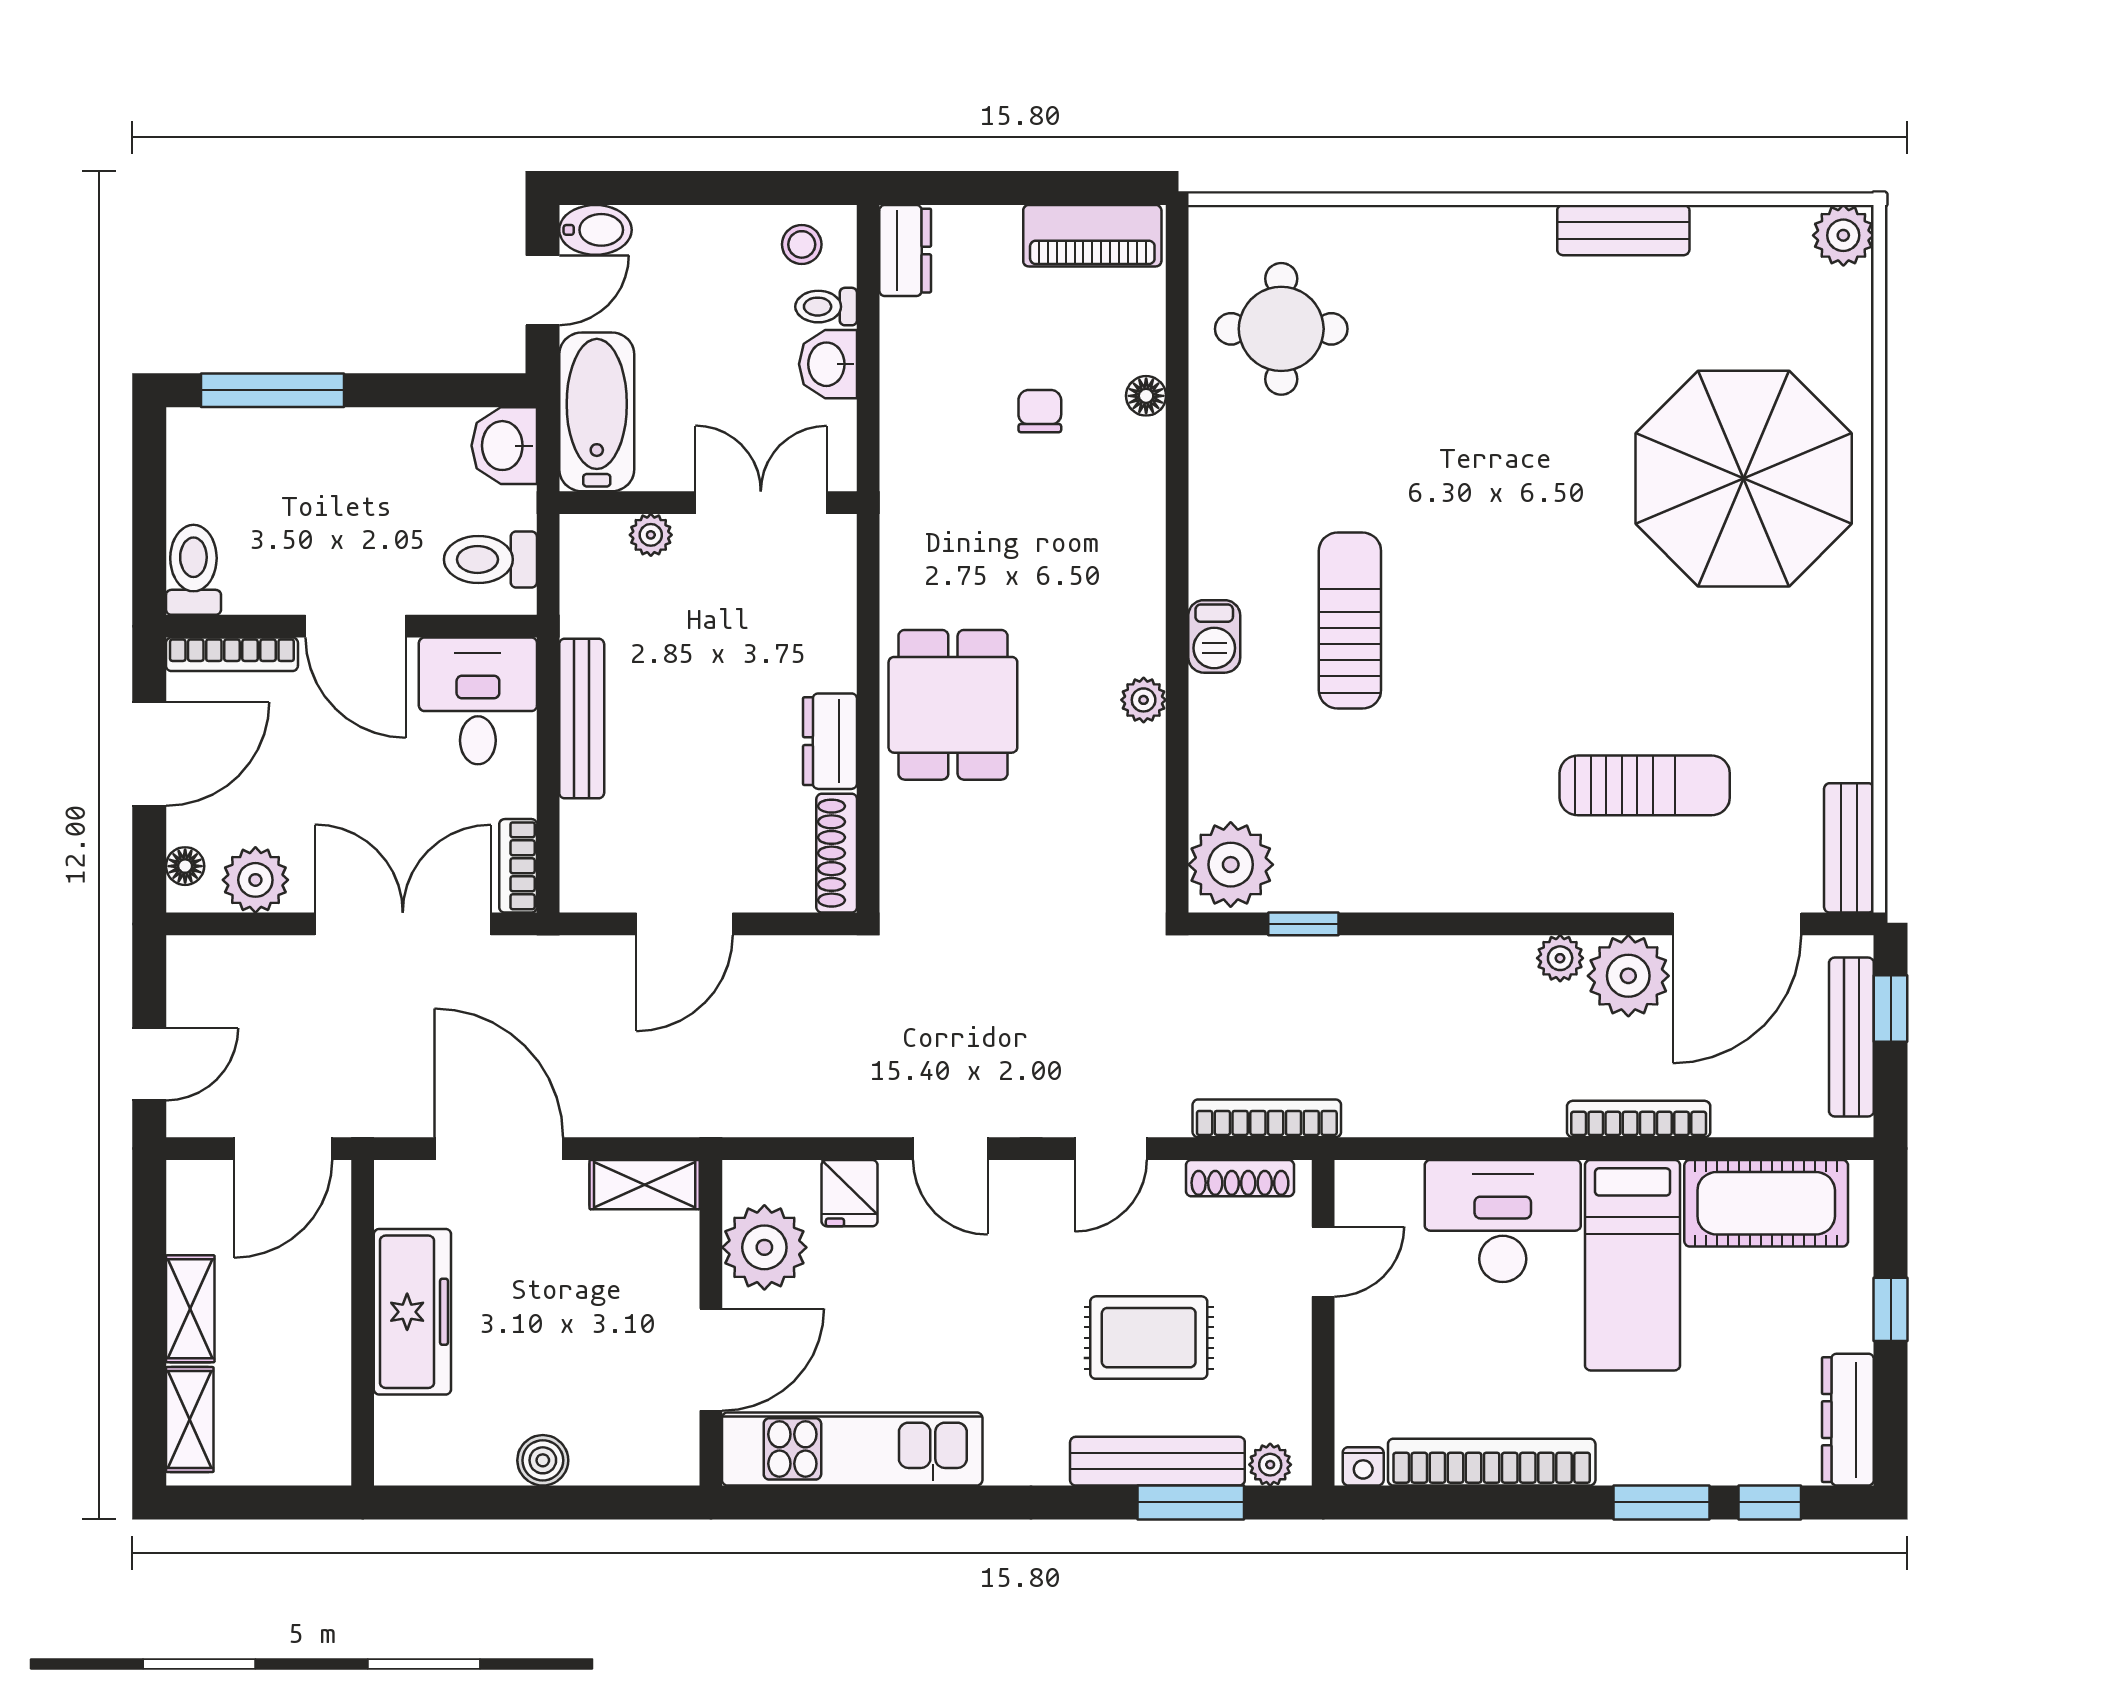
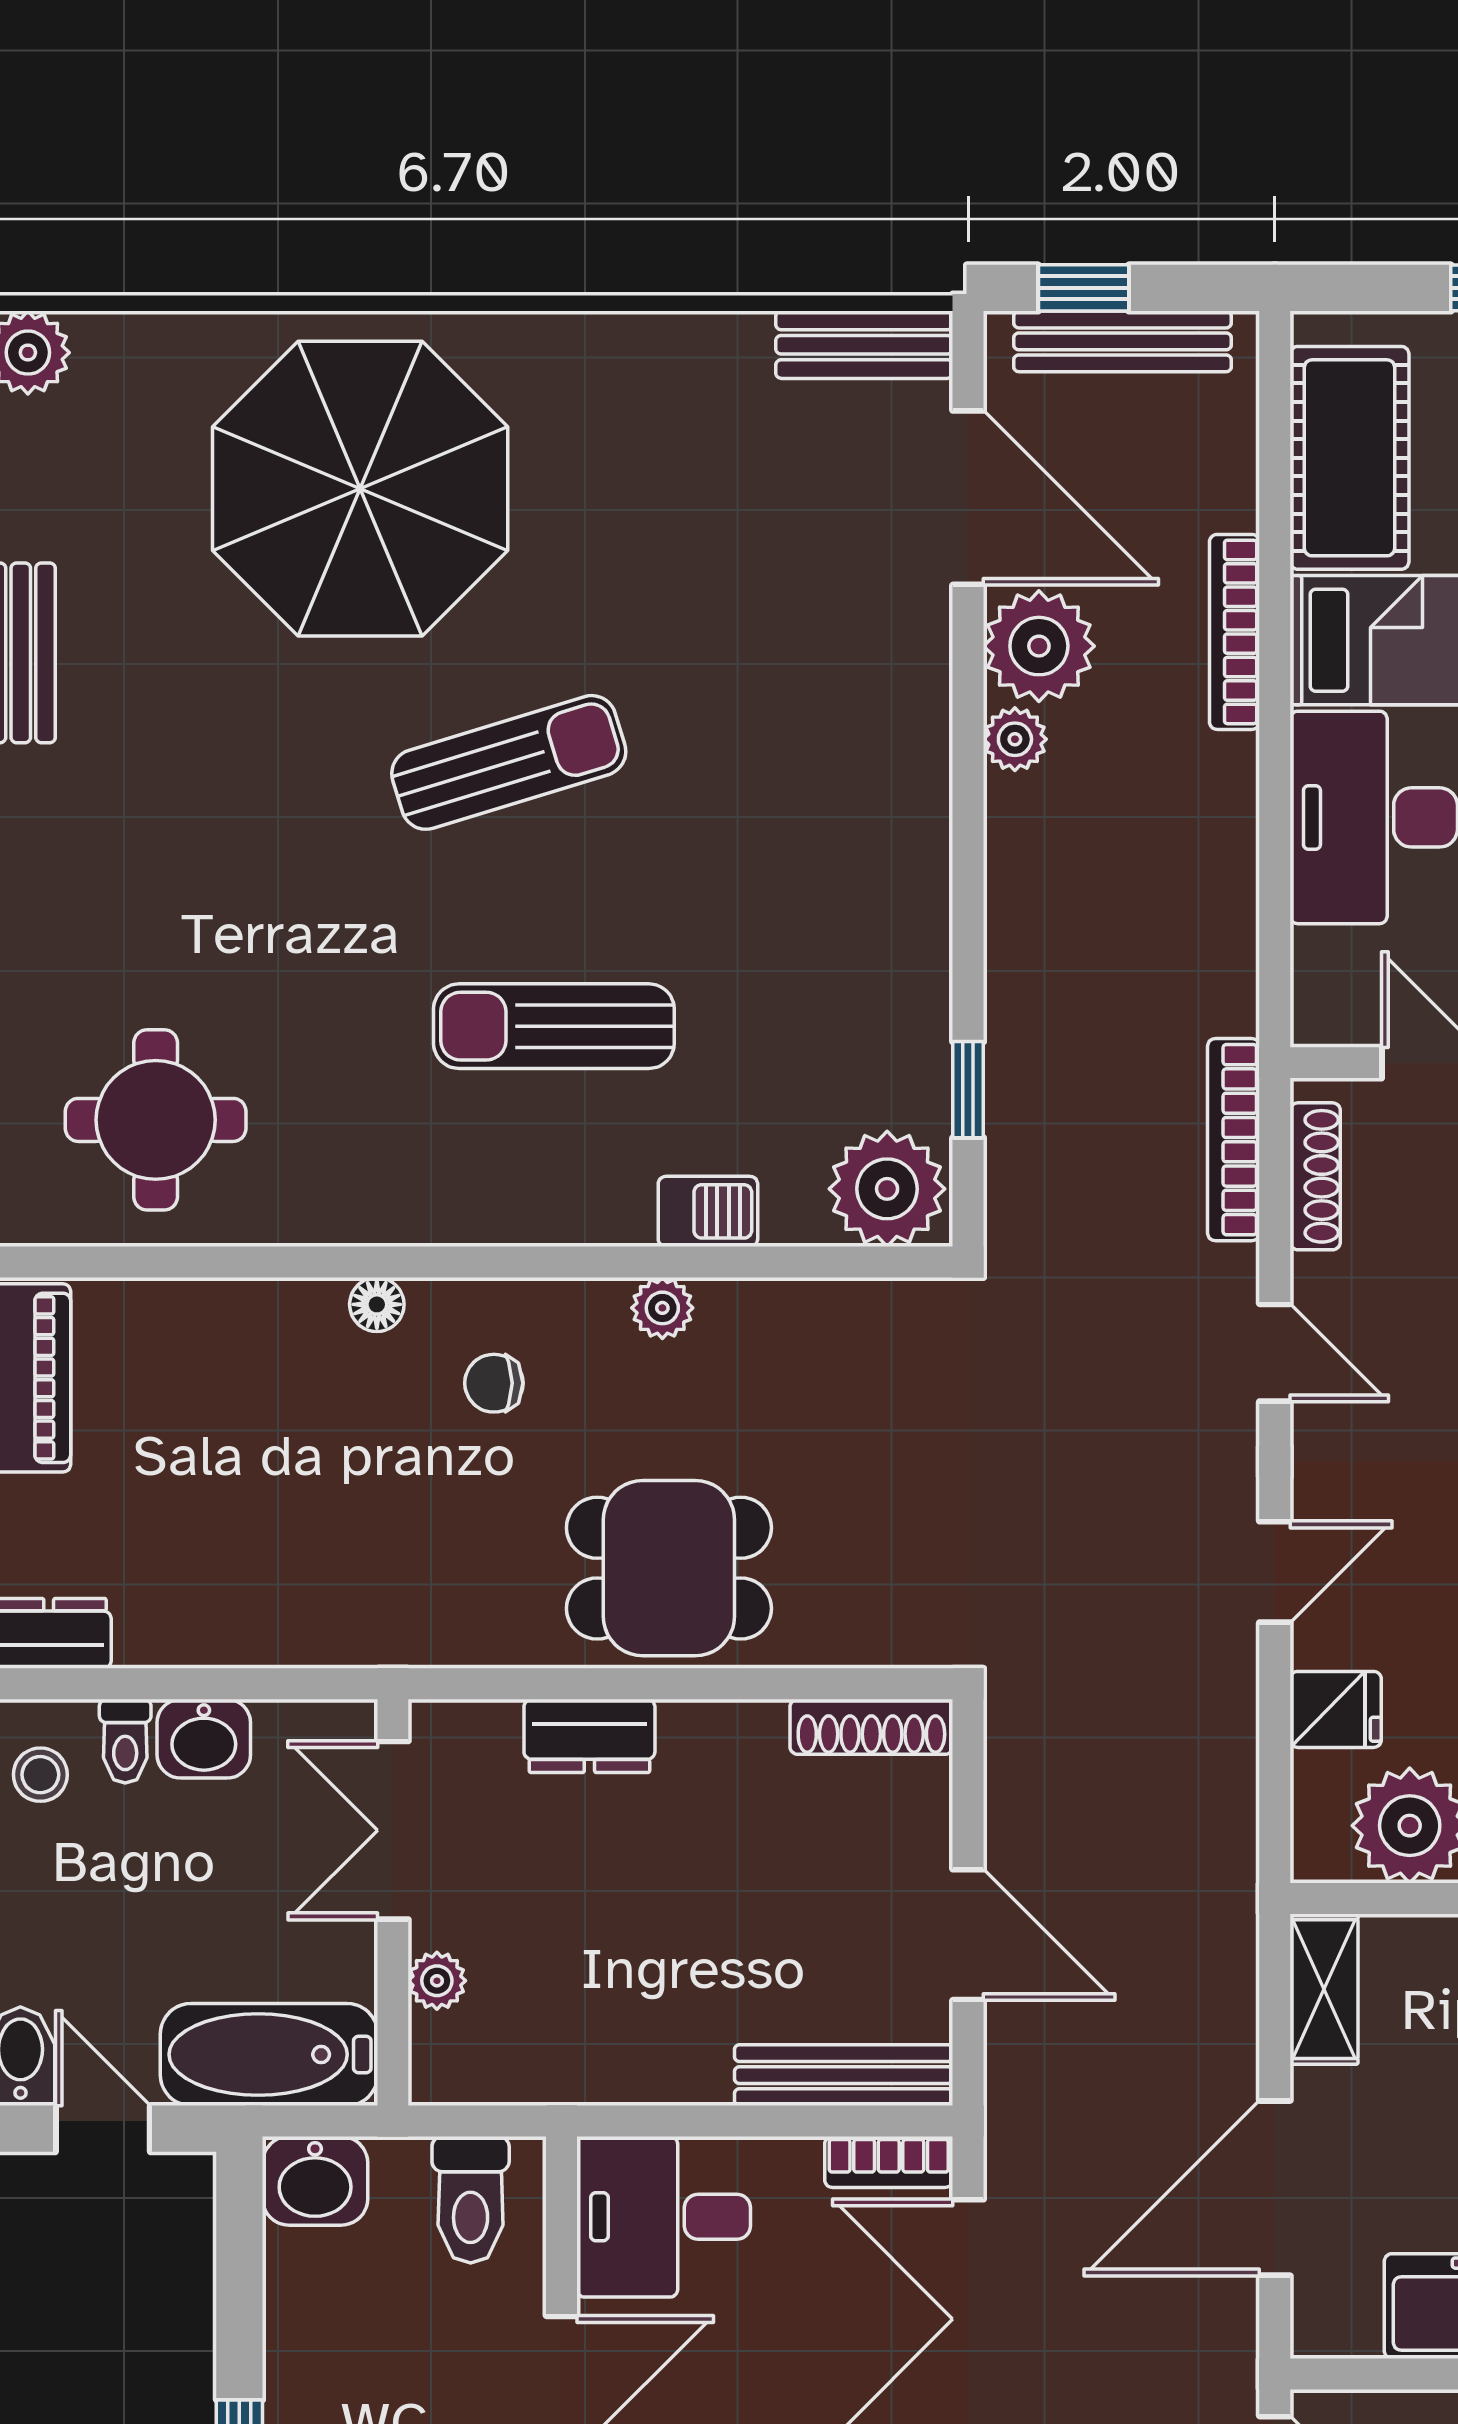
floor lamp: (1146, 396) -> (377, 1304), moved
chair: (1040, 411) -> (494, 1383), moved
barbecue: (1214, 636) -> (708, 1211), moved
bench: (582, 719) -> (844, 2075), moved
dresser: (830, 741) -> (589, 1736), moved
sun lounger: (1645, 785) -> (509, 762), moved, turned 73

